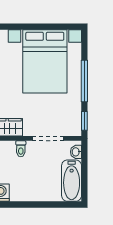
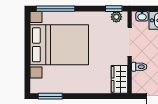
window: (84, 81) -> (55, 9), moved
plant: (75, 124) -> (116, 17), added

